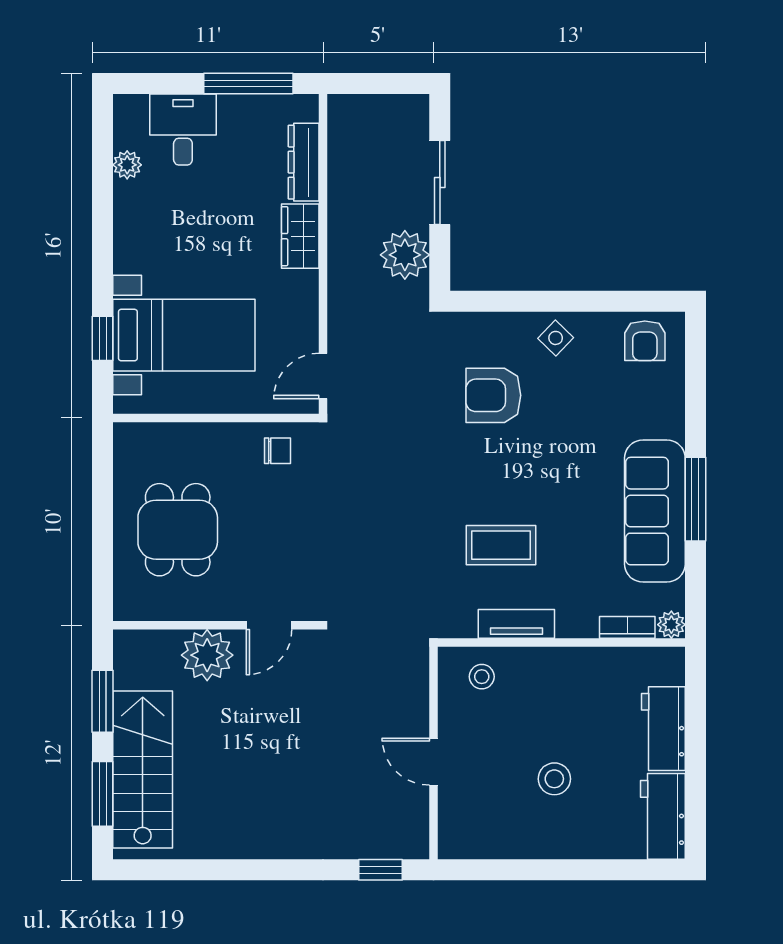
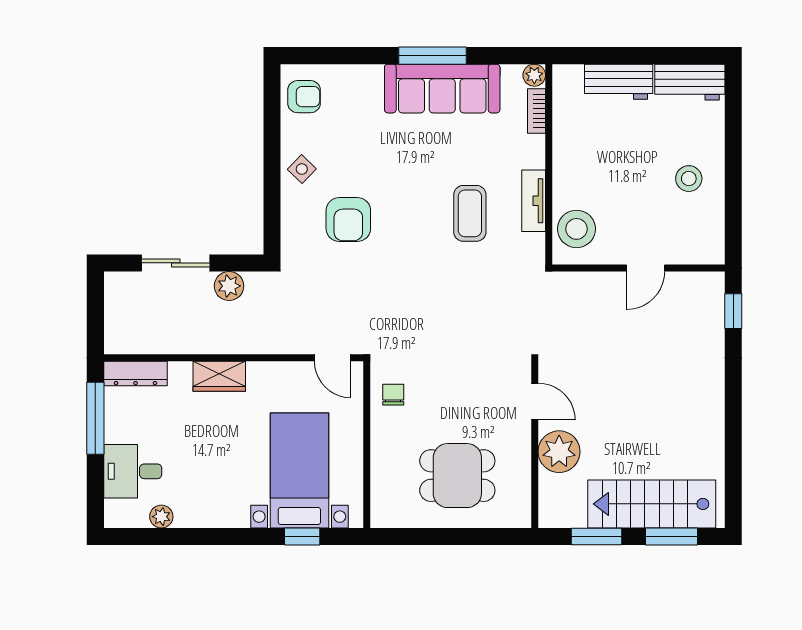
dresser: (304, 162) -> (136, 373), moved
plant: (405, 255) -> (229, 286), width x0.73, depth x0.73
stool: (482, 677) -> (576, 229), width x1.89, depth x1.89
stool: (554, 779) -> (689, 179), moved

